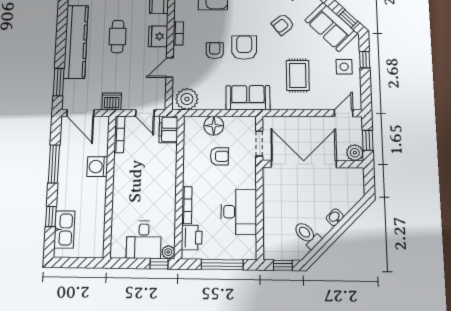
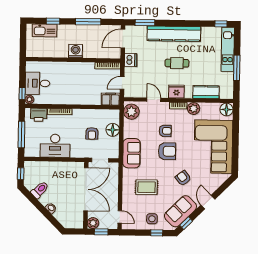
plant: (182, 12) -> (194, 109), added
washing machine: (97, 167) -> (76, 51), moved

